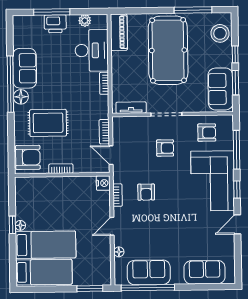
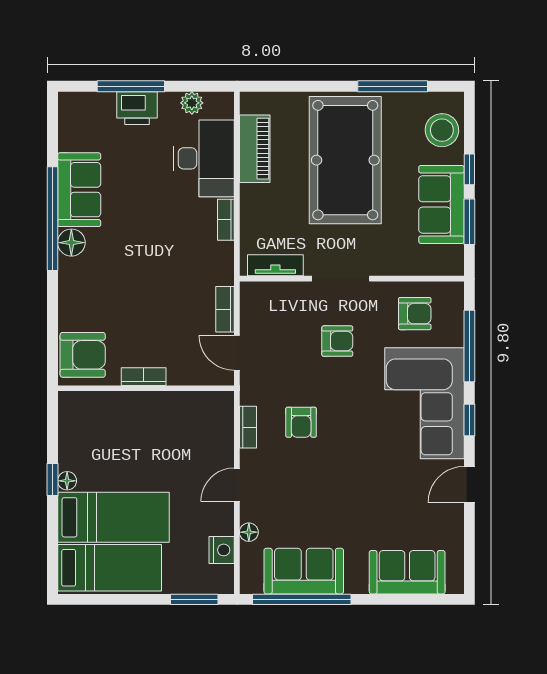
piano: (119, 32) -> (255, 149), moved
sofa: (220, 89) -> (441, 204), moved
rug: (48, 123) -> (121, 292), removed
nightstand: (103, 183) -> (222, 550), moved

